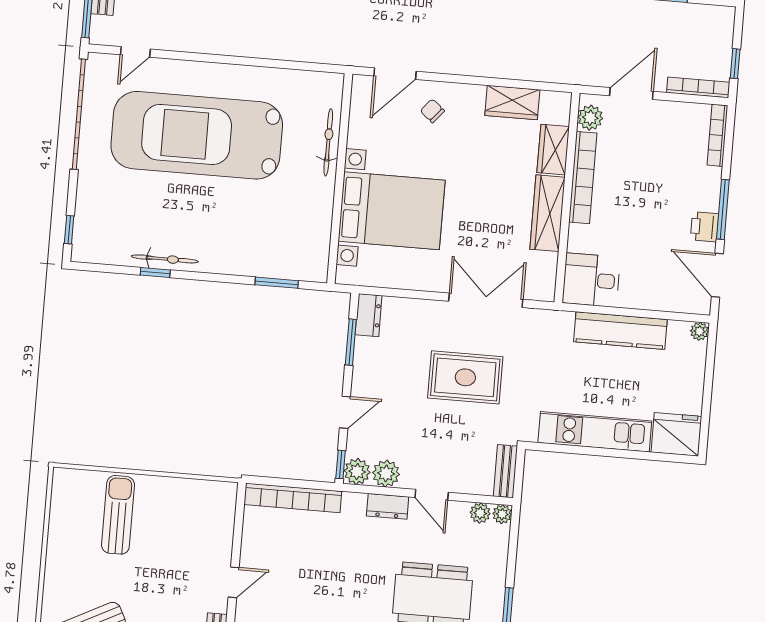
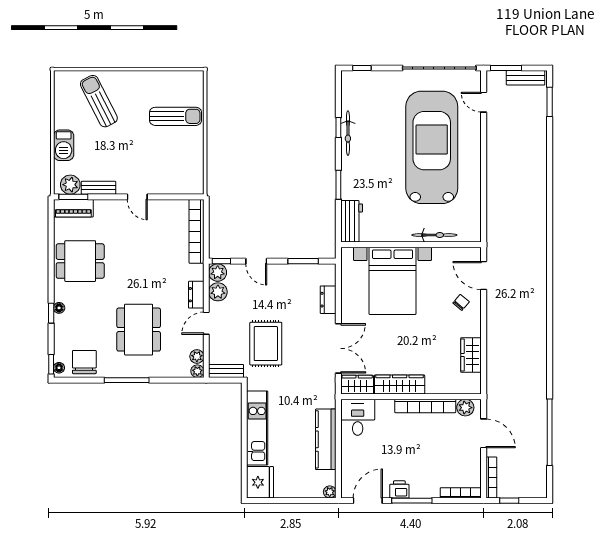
wardrobe: (553, 150) -> (357, 385), moved
workbench: (297, 264) -> (352, 221), added
window: (277, 283) -> (338, 185), moved
dresser: (369, 315) -> (328, 300), moved, turned 90
rug: (465, 377) -> (266, 344), moved

